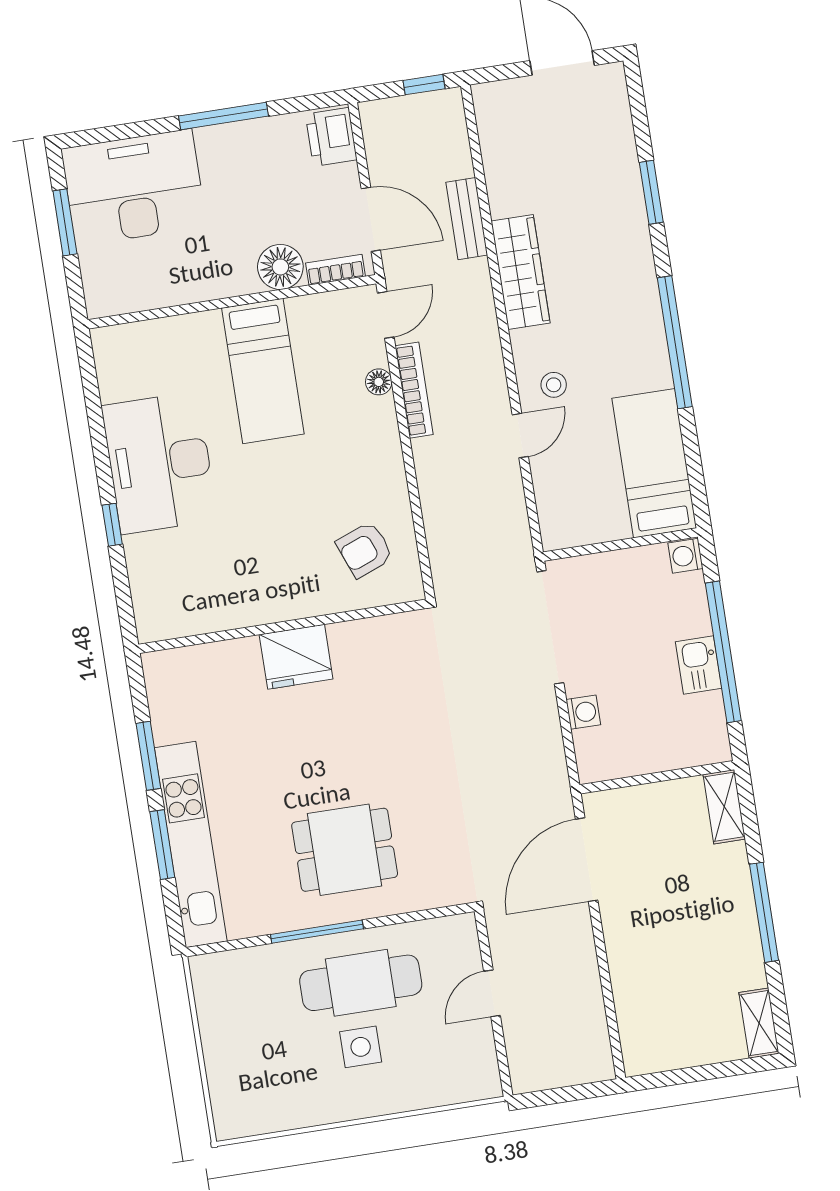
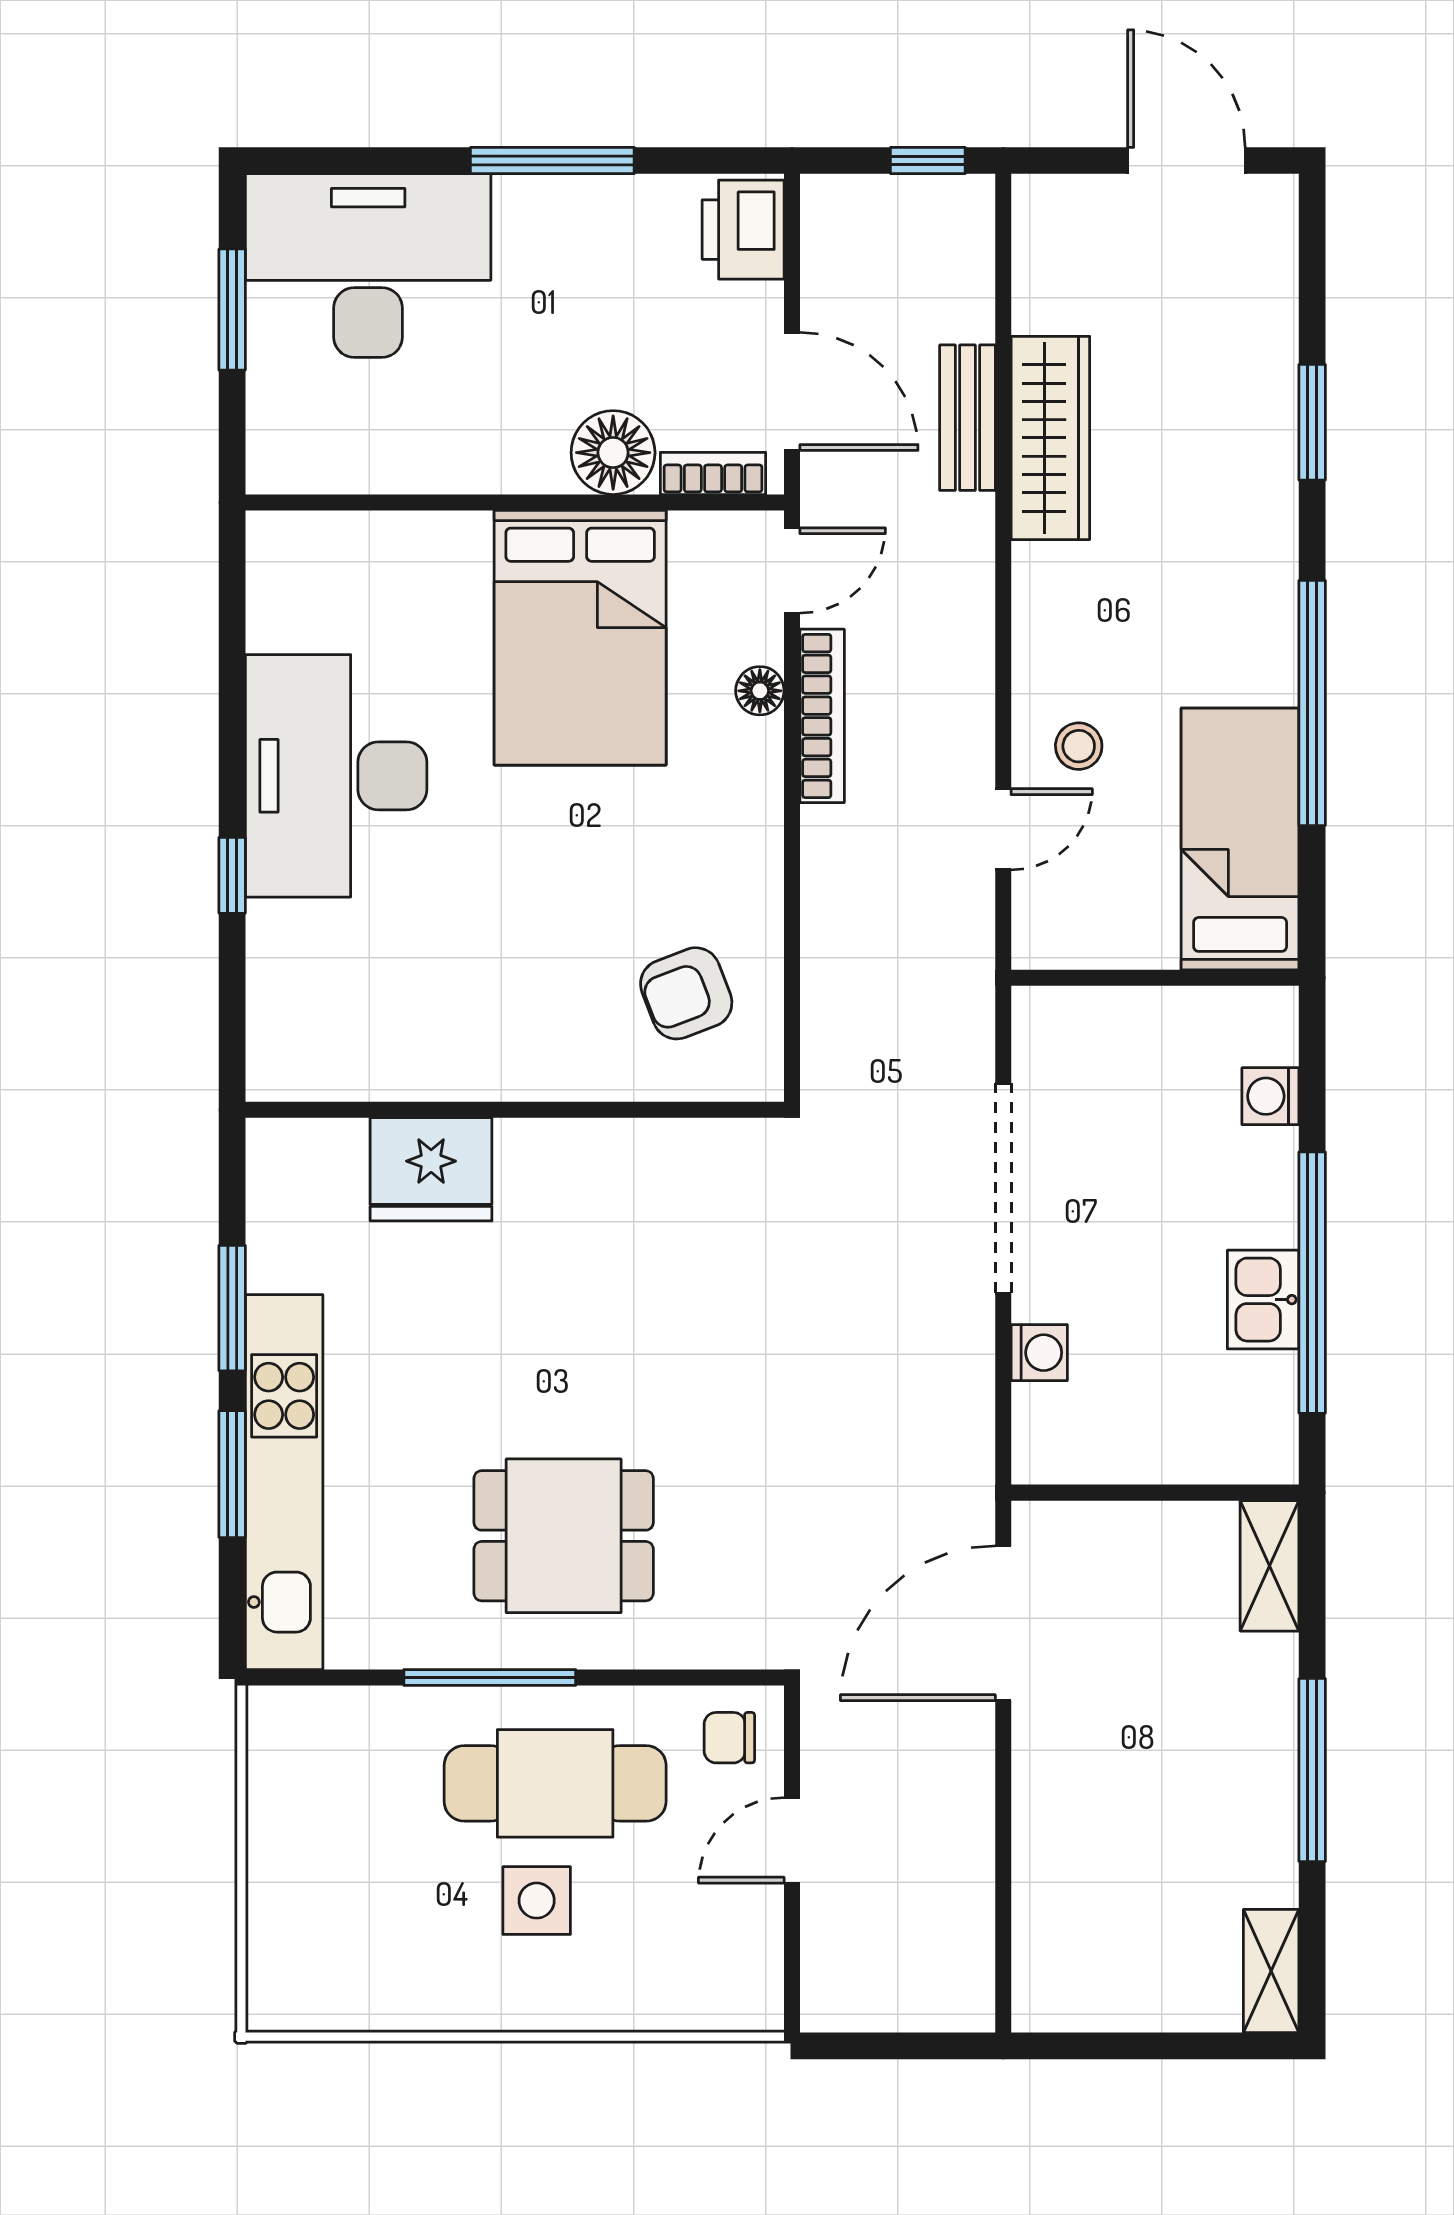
wardrobe: (521, 272) -> (1050, 438), moved
bed: (263, 371) -> (580, 638), width x1.50
bed: (654, 463) -> (1240, 839), moved
wall: (620, 544) -> (1155, 978), moved
fridge: (296, 657) -> (431, 1169), moved
chair: (450, 944) -> (729, 1738), added

